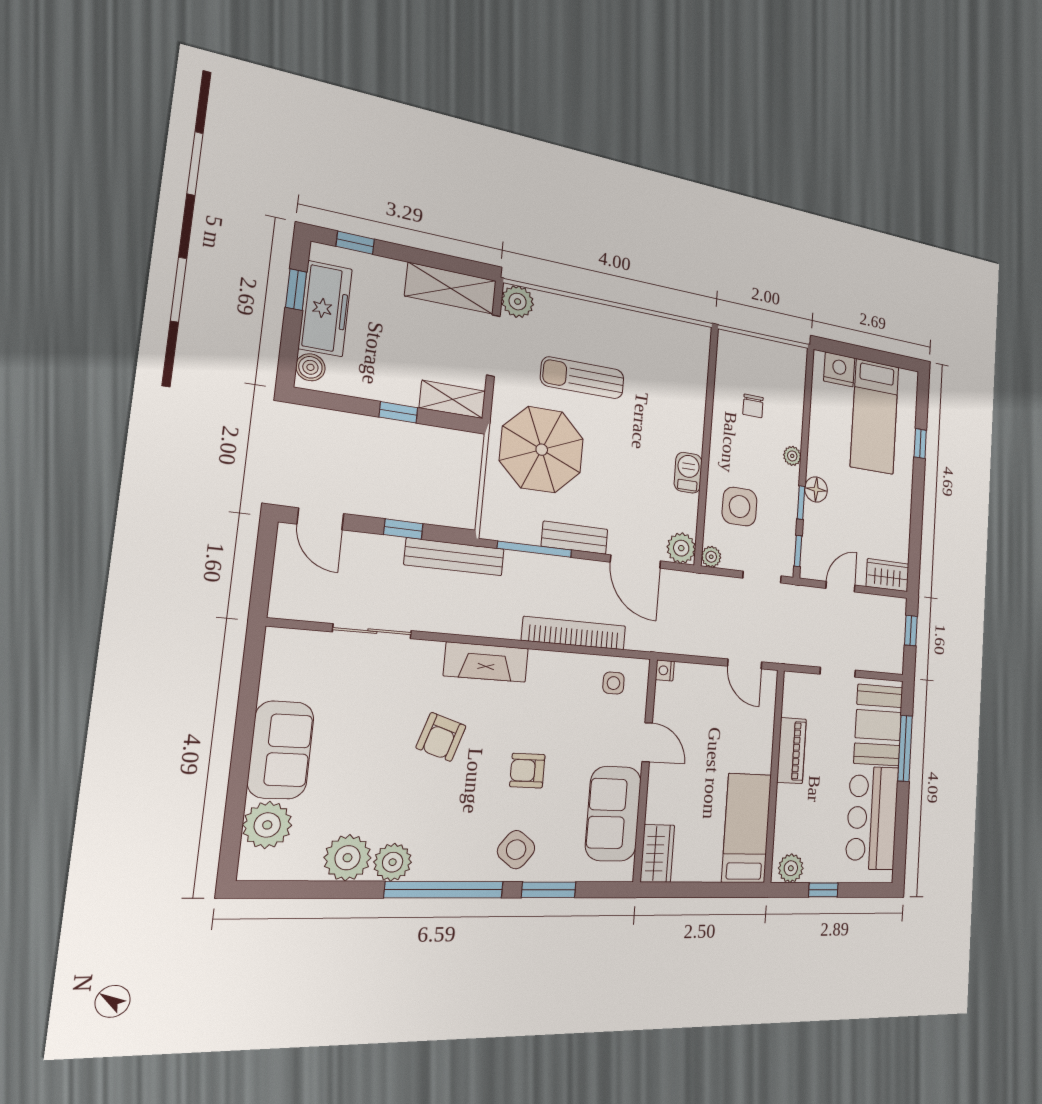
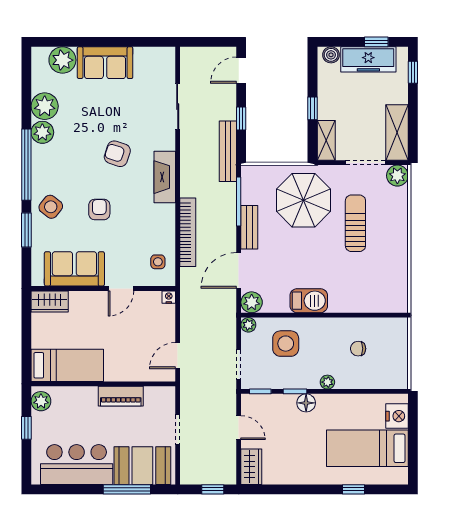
barbecue: (688, 473) -> (309, 301), width x1.38, depth x1.27

